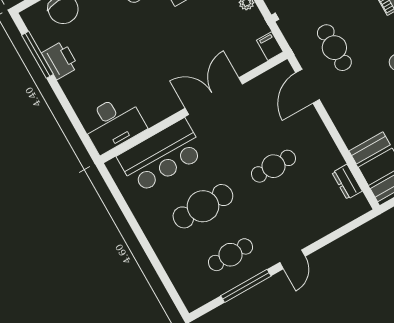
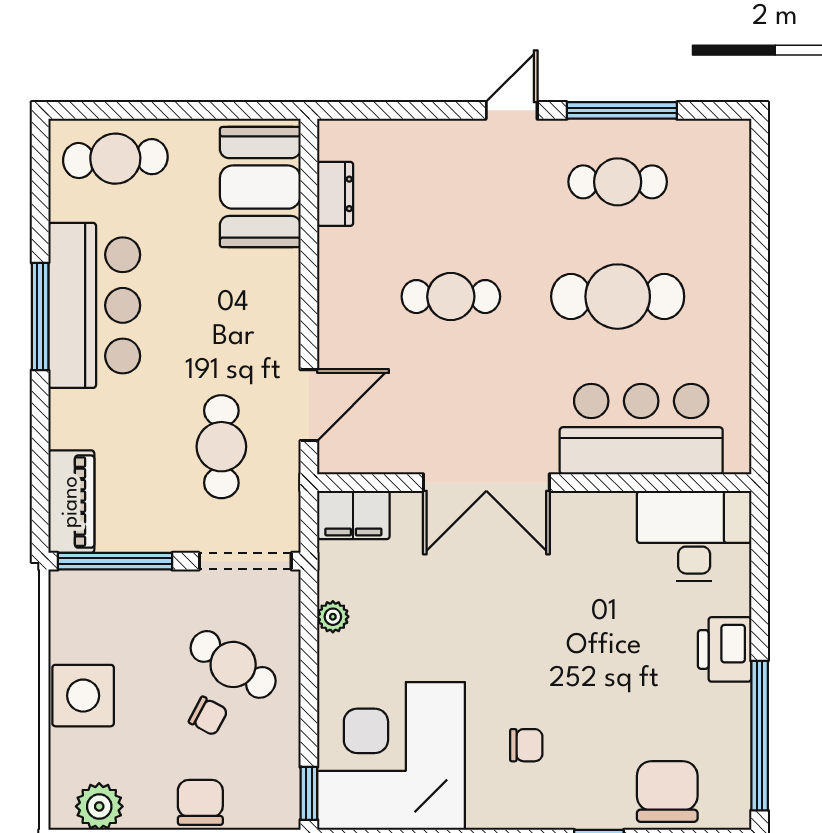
filing cabinet: (270, 46) -> (353, 515), width x2.00
window: (38, 55) -> (760, 736), width x1.46
printer: (60, 60) -> (725, 649), moved

